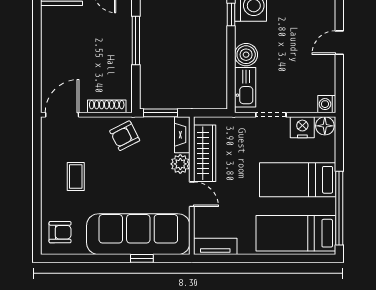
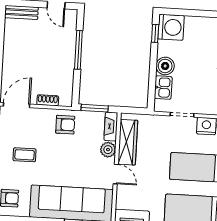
kitchen sink: (245, 87) -> (163, 88), width x0.73
shoe rack: (107, 106) -> (48, 100), width x0.70
armchair: (125, 136) -> (65, 125), turned -153
coffee table: (76, 177) -> (25, 155), turned 90

